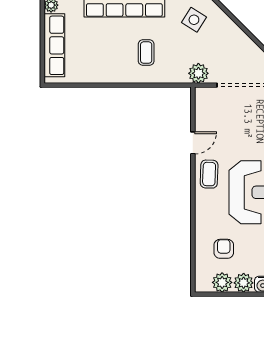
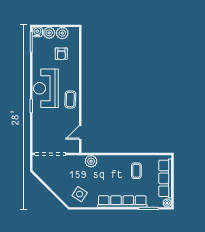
coffee table: (146, 53) -> (136, 171), moved
plant: (198, 73) -> (91, 161), moved
door: (193, 143) -> (80, 132), moved

